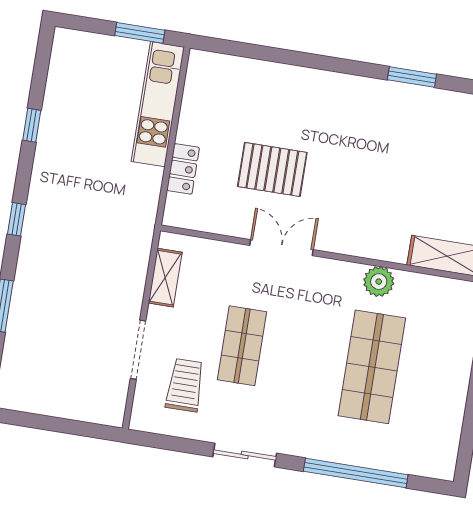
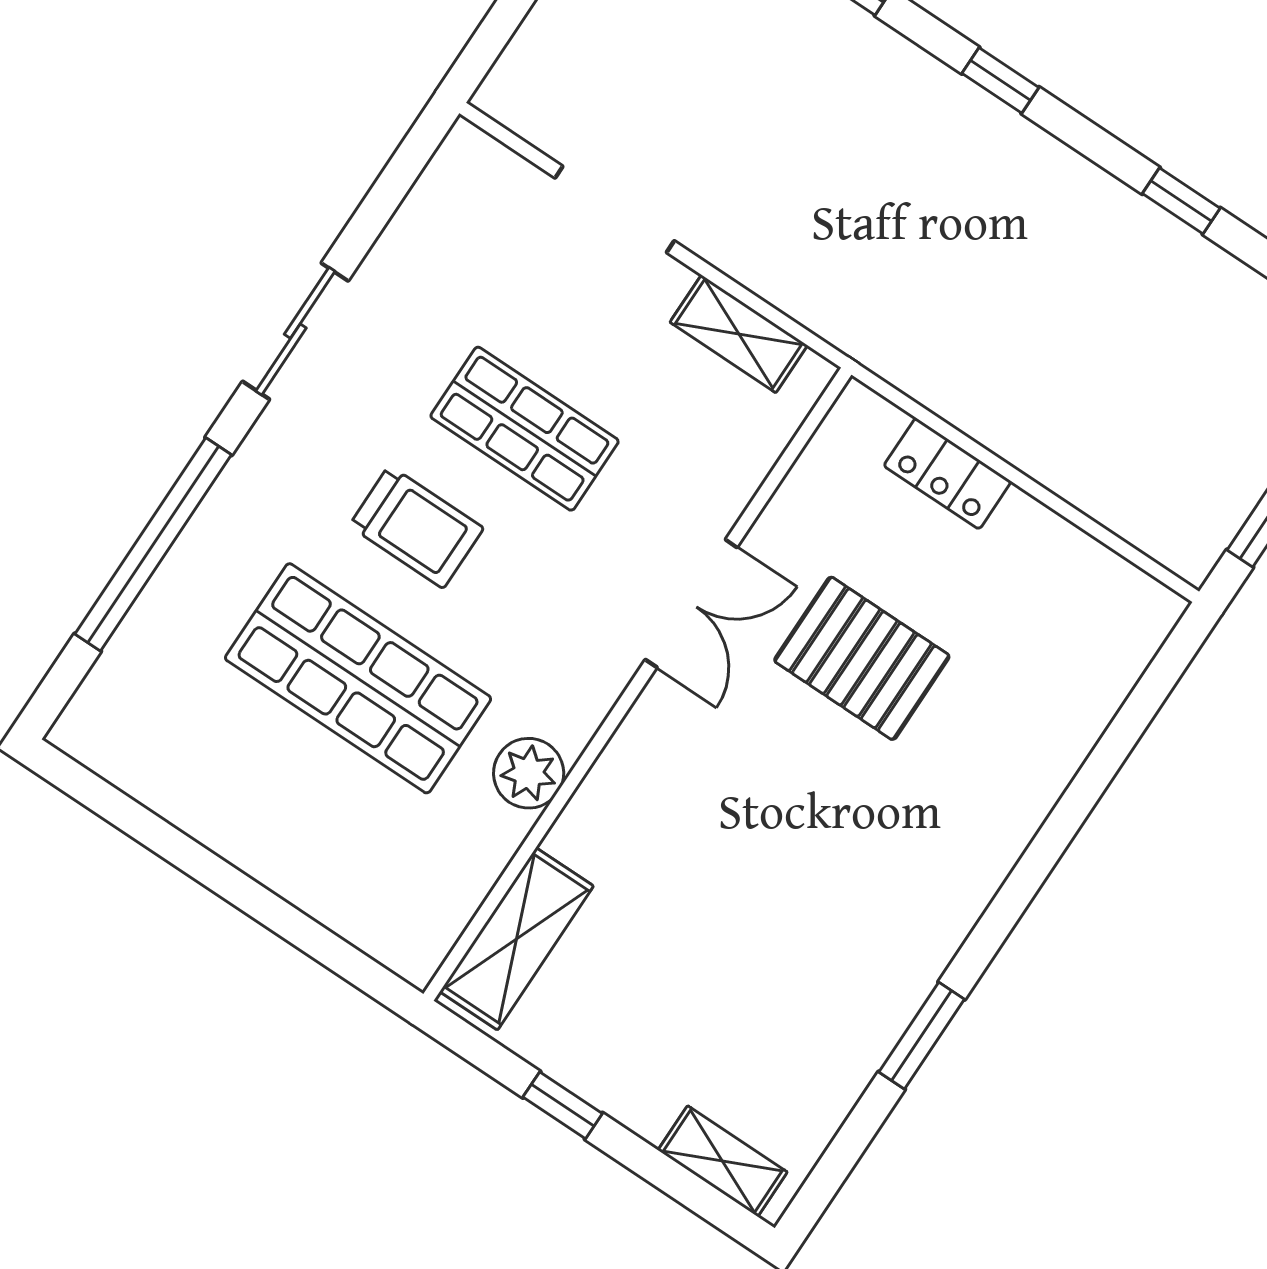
kitchen unit: (158, 104) -> (1106, 482), removed
pallet: (272, 169) -> (862, 658), turned 90
trolley: (185, 385) -> (416, 527), moved

